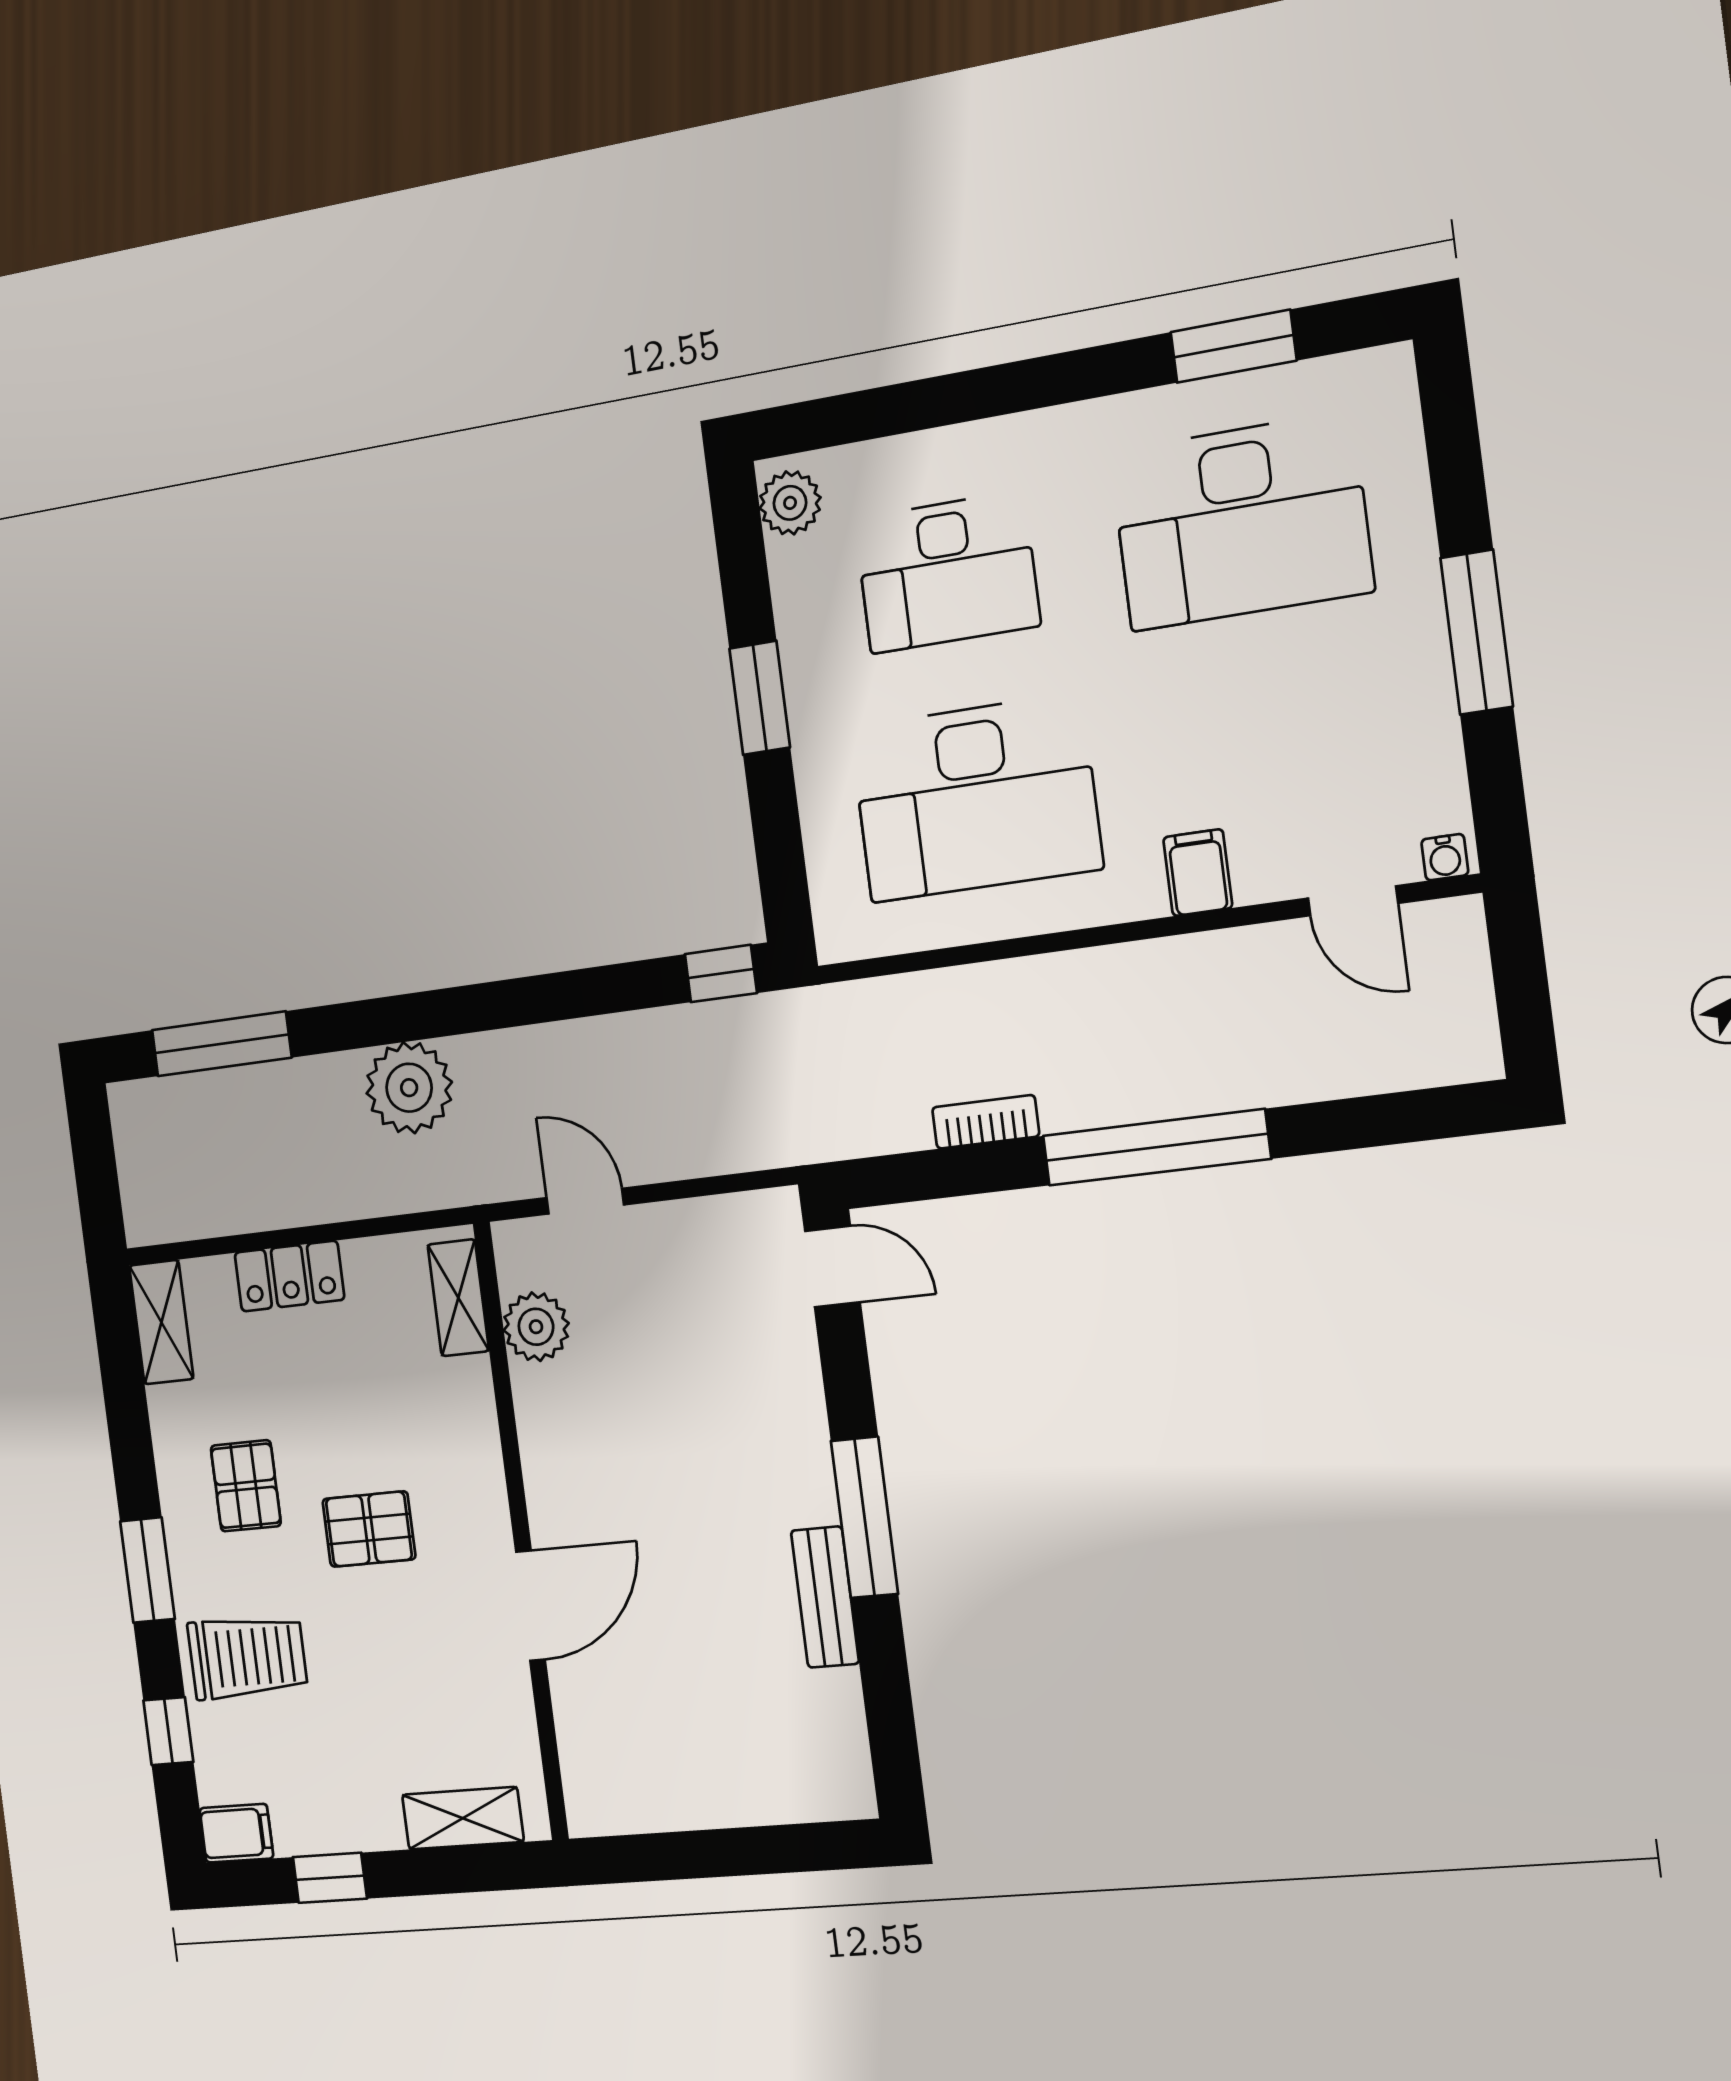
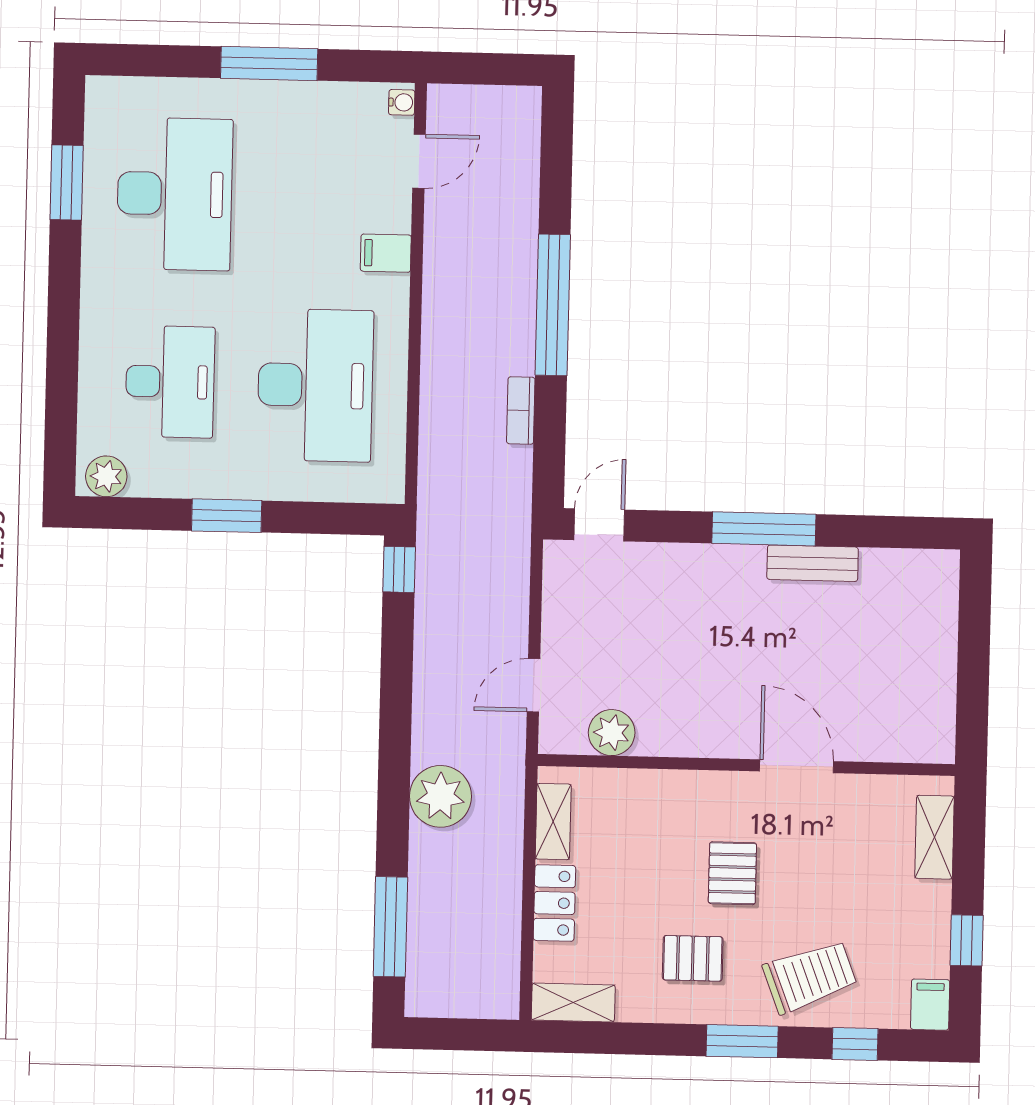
shelving: (458, 1298) -> (553, 822), moved, turned 90
trolley: (247, 1657) -> (810, 976), turned 69

